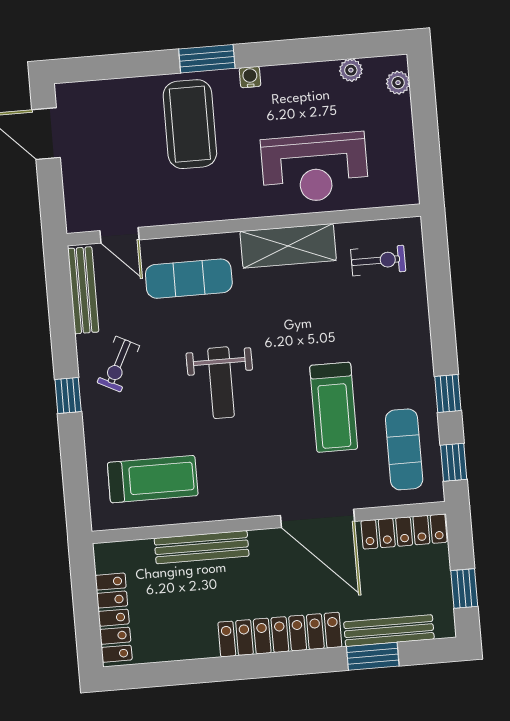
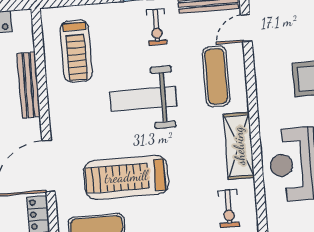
exercise bike: (118, 364) -> (156, 27), turned -117
weight bench: (221, 383) -> (143, 99), width x1.36, depth x1.33
treadmill: (334, 407) -> (126, 177), width x1.37, depth x1.38

